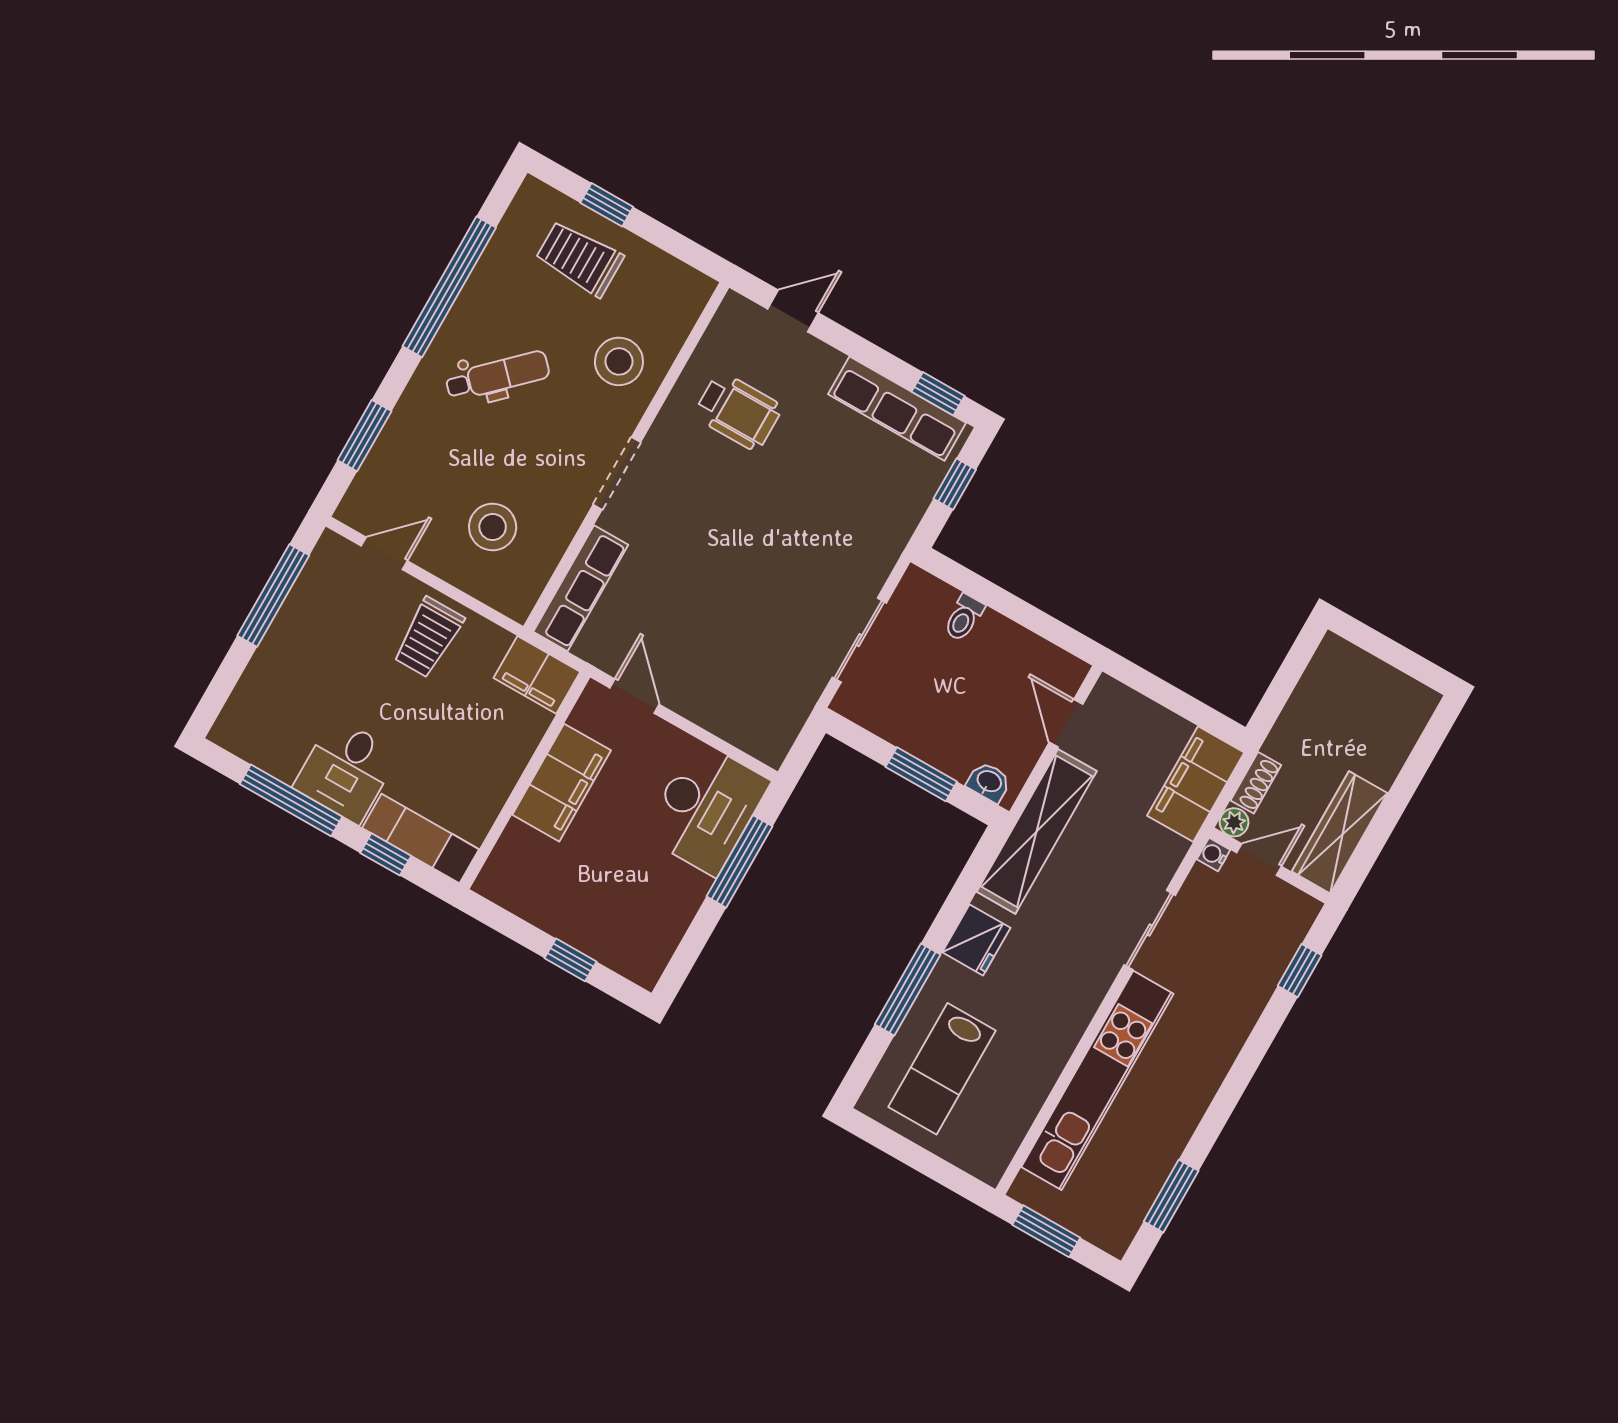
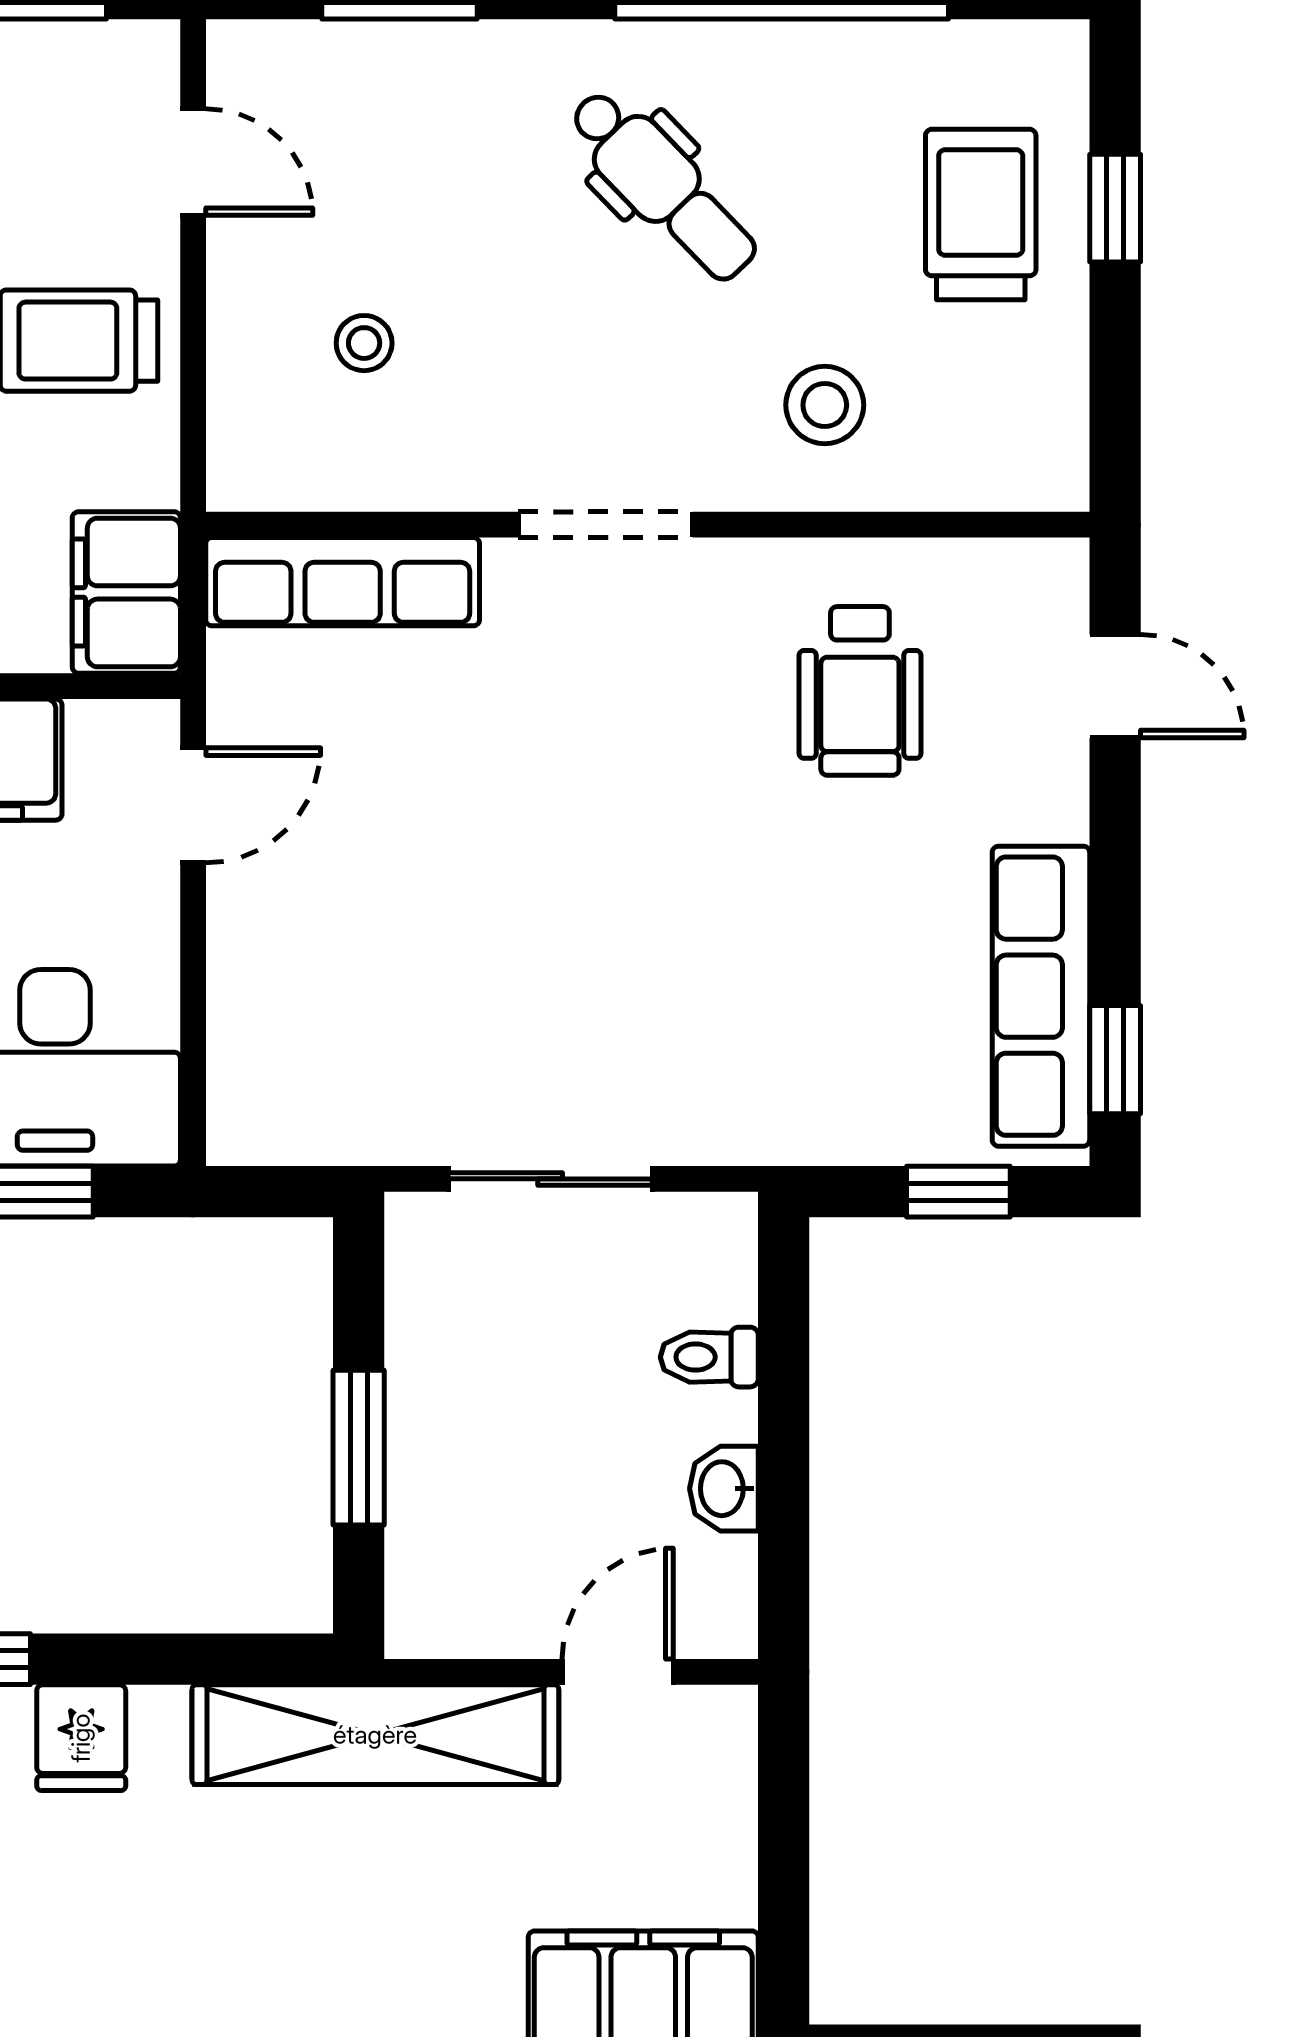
stool: (619, 361) -> (825, 405), width x0.73, depth x0.73
stool: (493, 527) -> (364, 343), width x0.53, depth x0.53
washbasin: (989, 782) -> (724, 1489), moved, turned 180
fridge: (976, 940) -> (81, 1738), width x0.72

